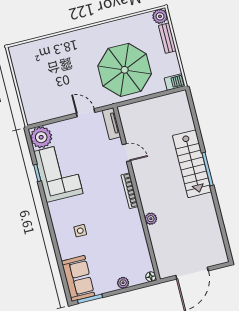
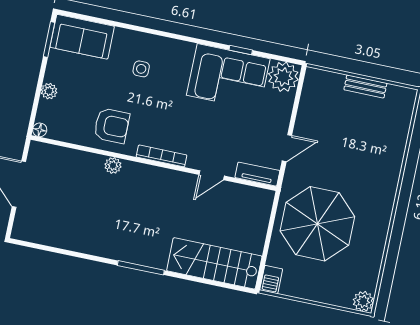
bench: (167, 38) -> (365, 86), moved
stairs: (192, 164) -> (214, 263), moved
armchair: (126, 232) -> (112, 126), added

